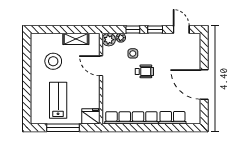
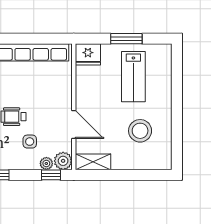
window: (133, 29) -> (51, 175), moved
shelving: (76, 39) -> (93, 162), moved
window: (63, 128) -> (126, 39), width x0.69

